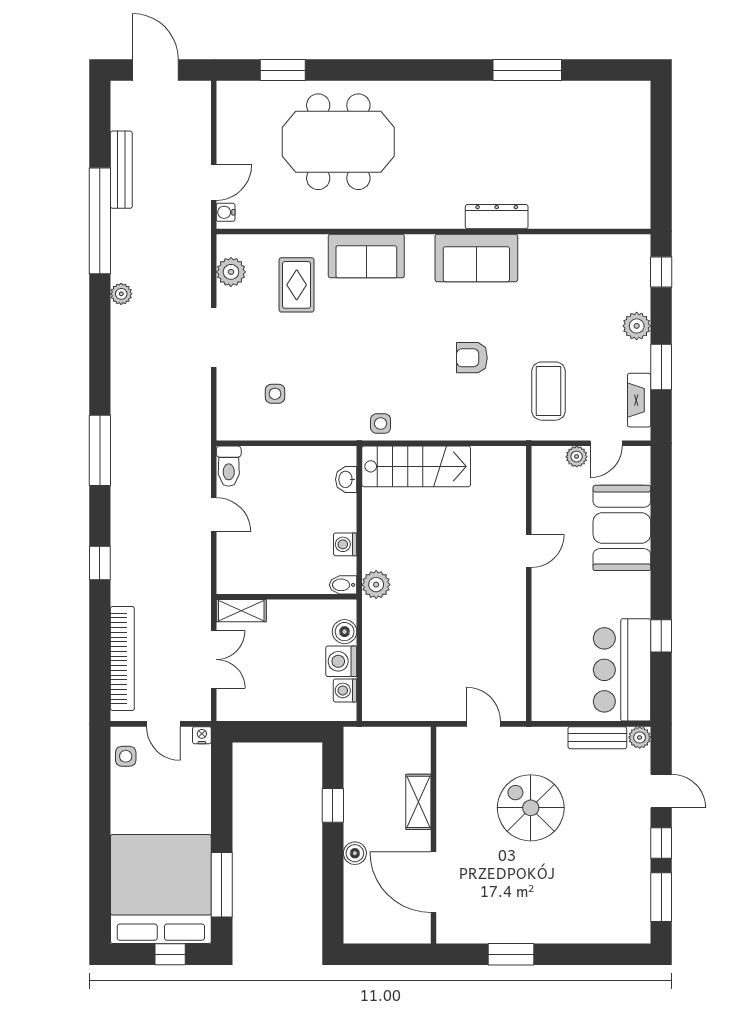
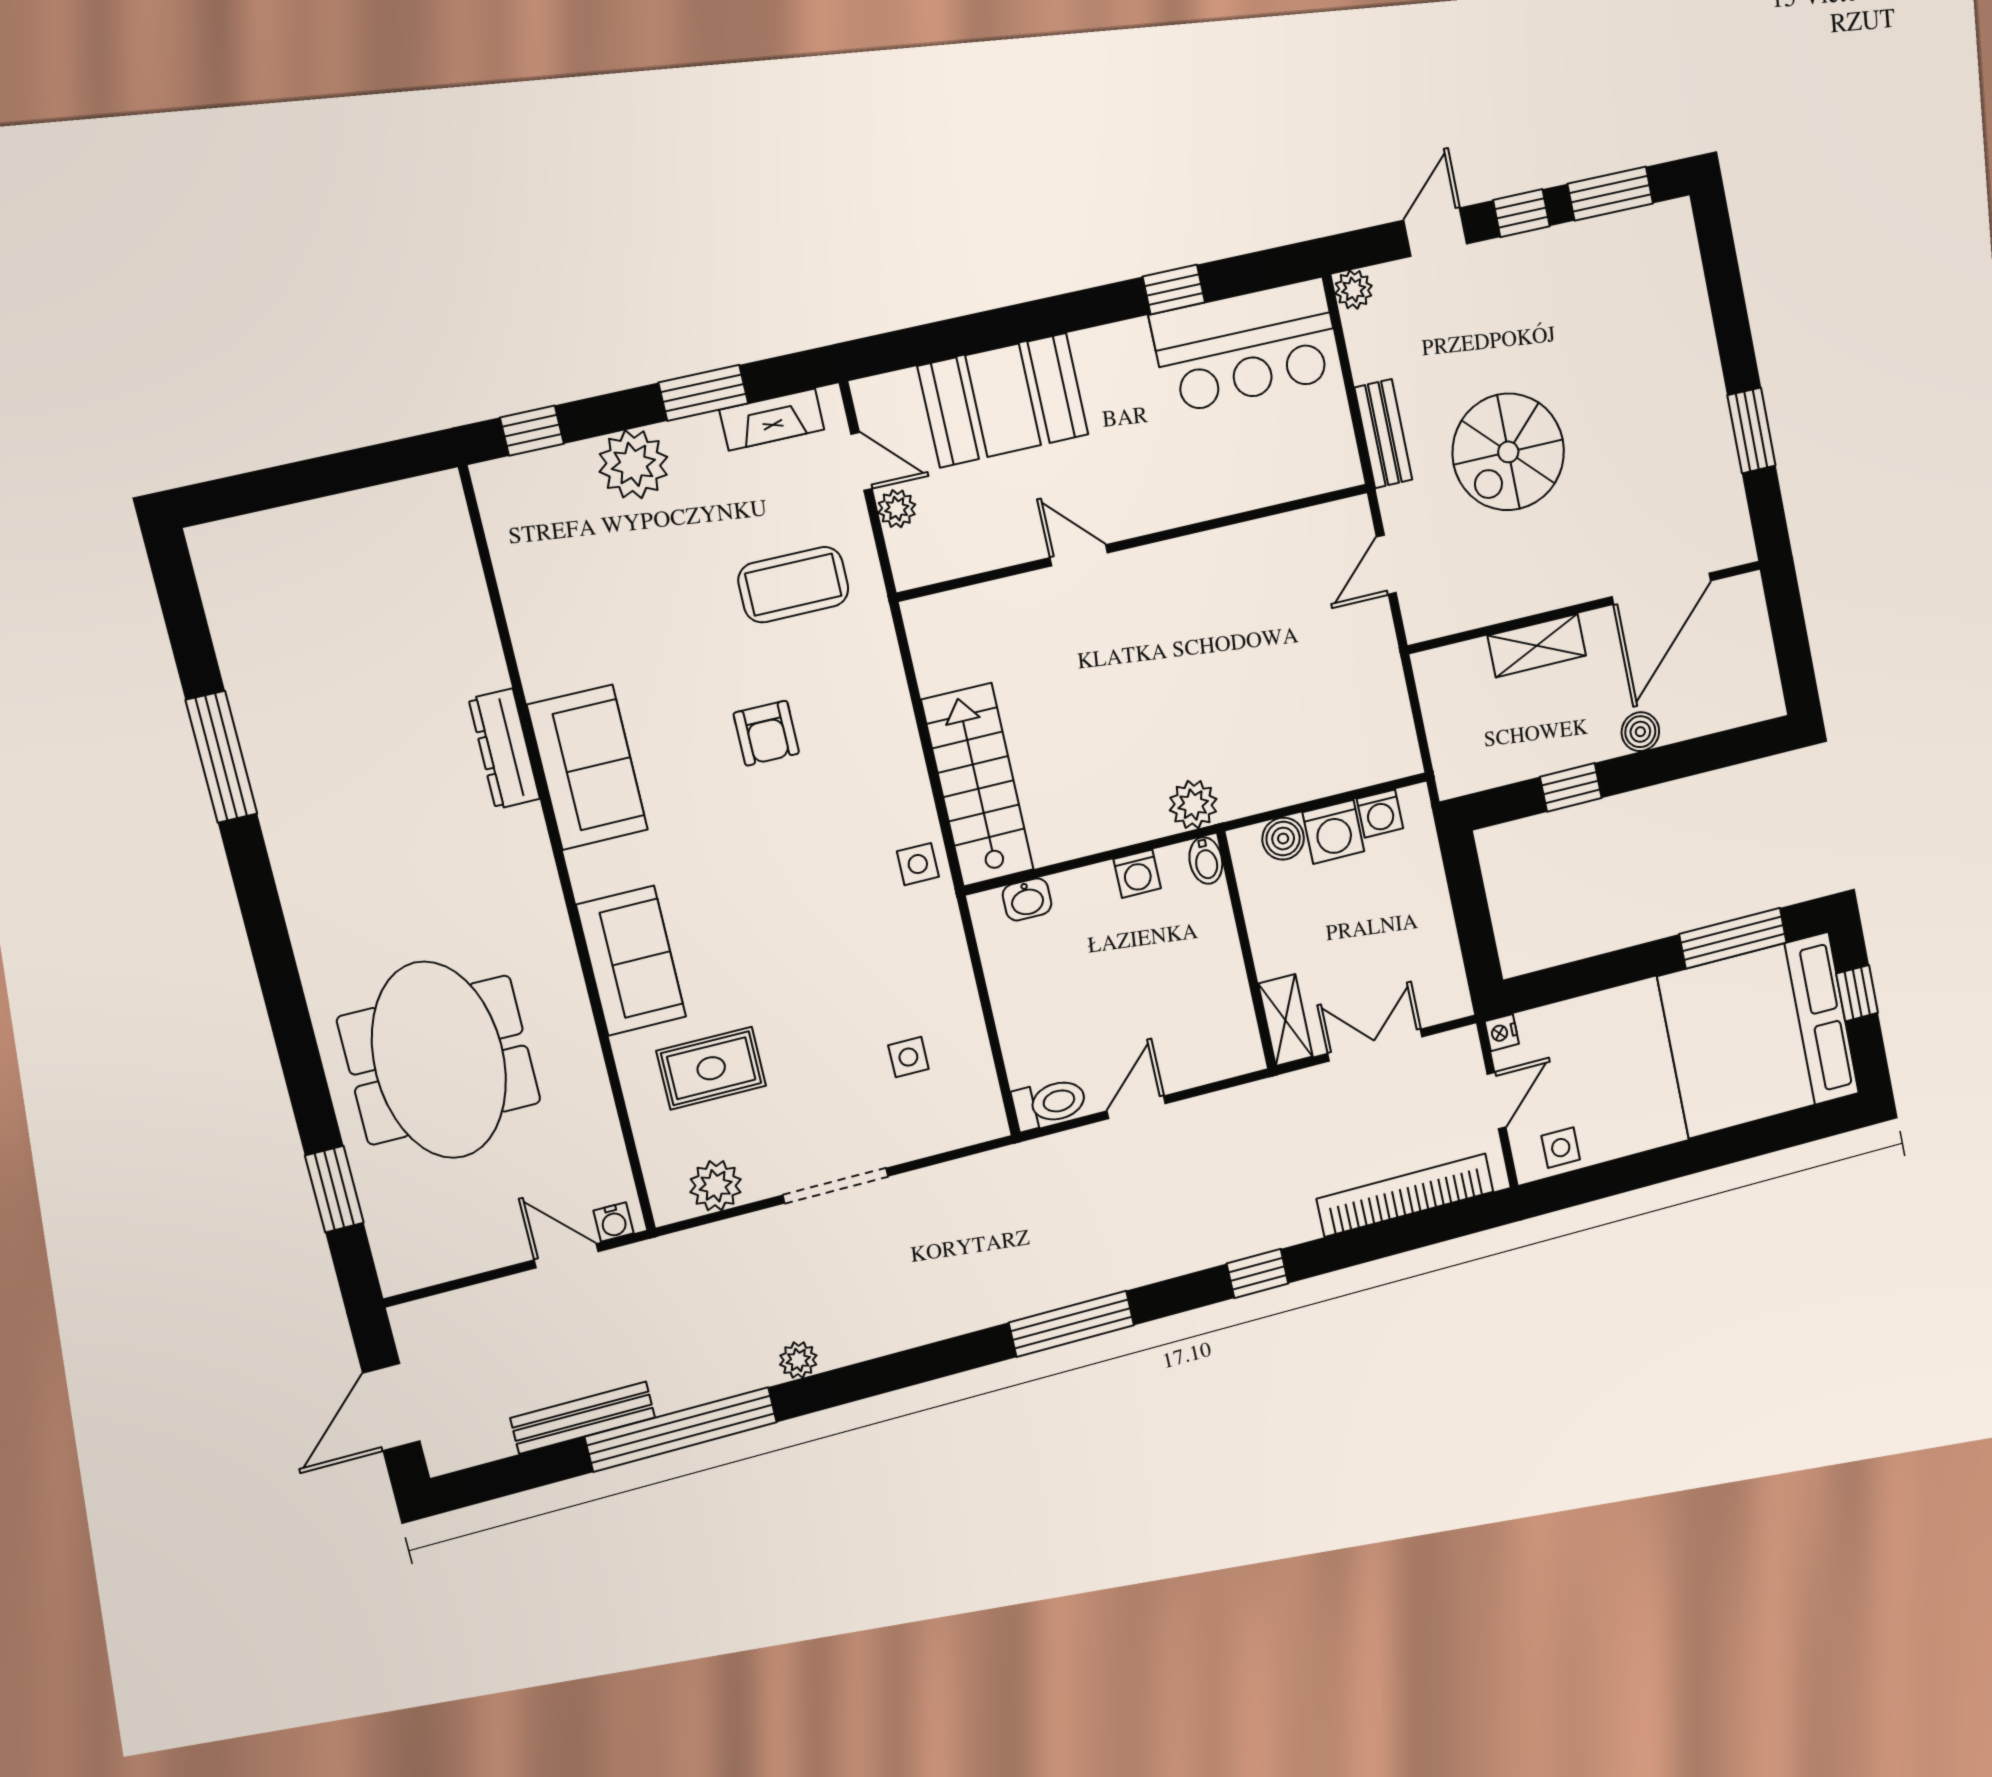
plant: (637, 326) -> (633, 464), width x1.36, depth x1.36
bench: (597, 738) -> (1383, 434), moved

